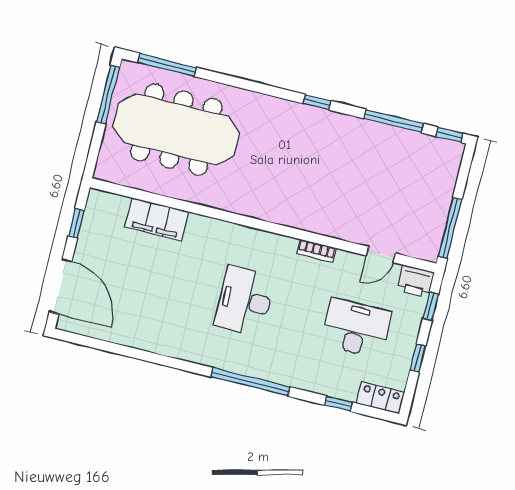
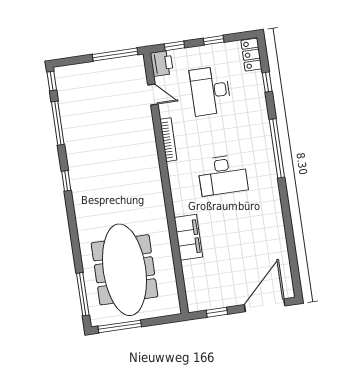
filing cabinet: (157, 219) -> (188, 237), moved
bookcase: (316, 251) -> (168, 140), width x1.56

